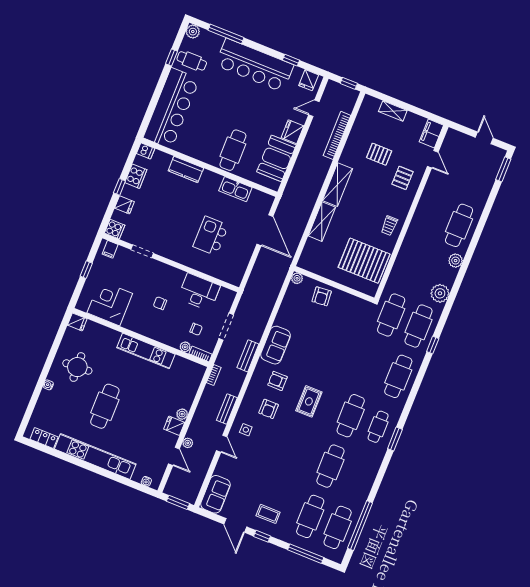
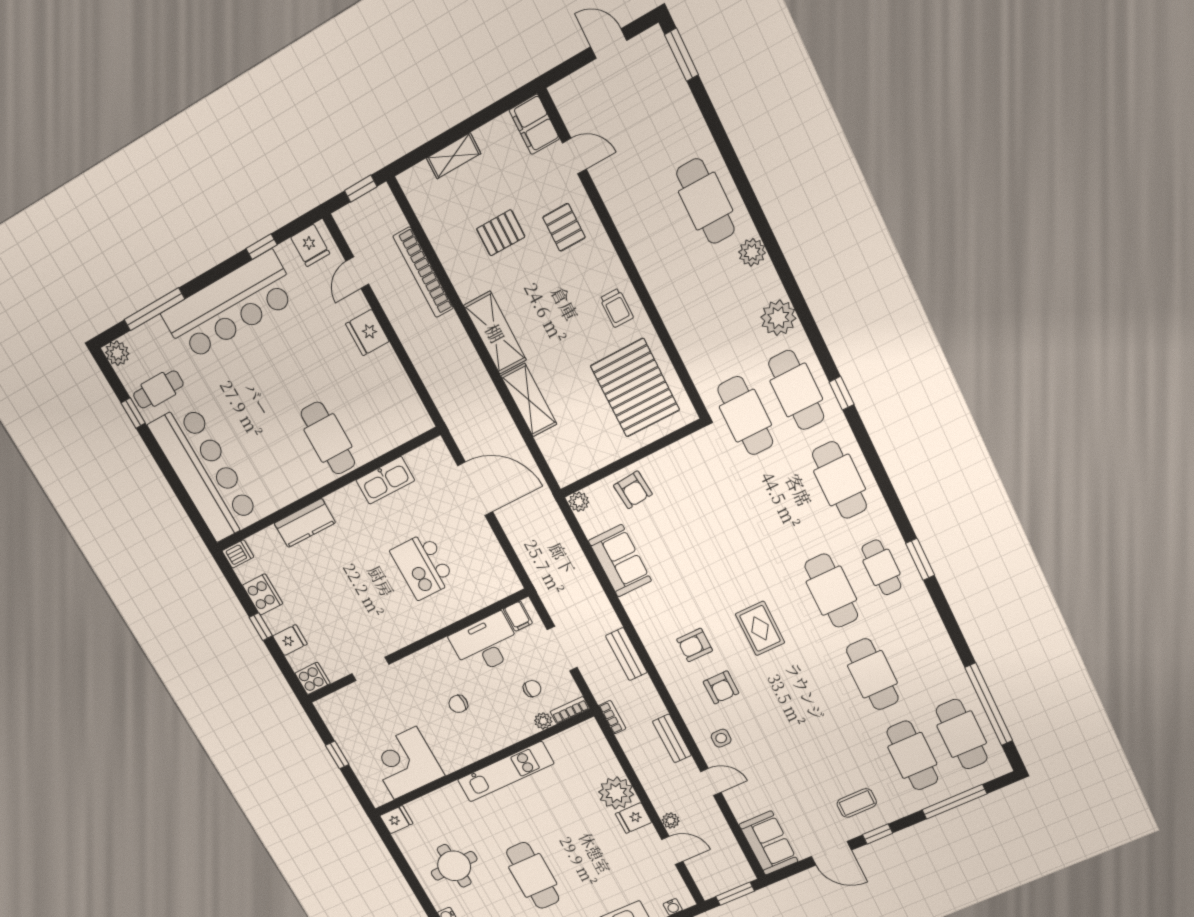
booth: (276, 158) -> (387, 388), removed
filing cabinet: (110, 249) -> (518, 616), moved
pallet: (364, 261) -> (635, 388), turned 90
sofa: (276, 345) -> (620, 561), moved
plant: (182, 414) -> (616, 793), width x1.88, depth x1.88

